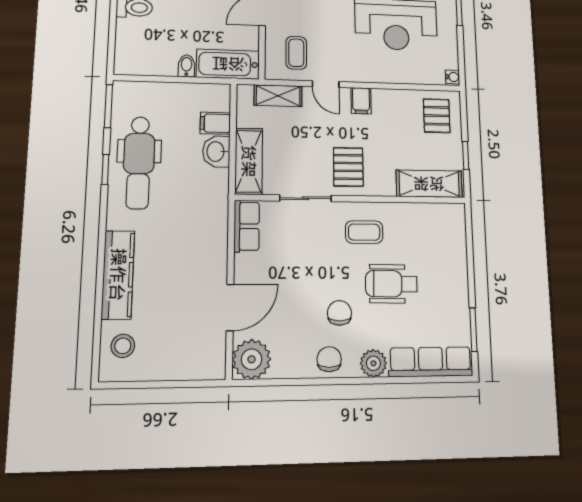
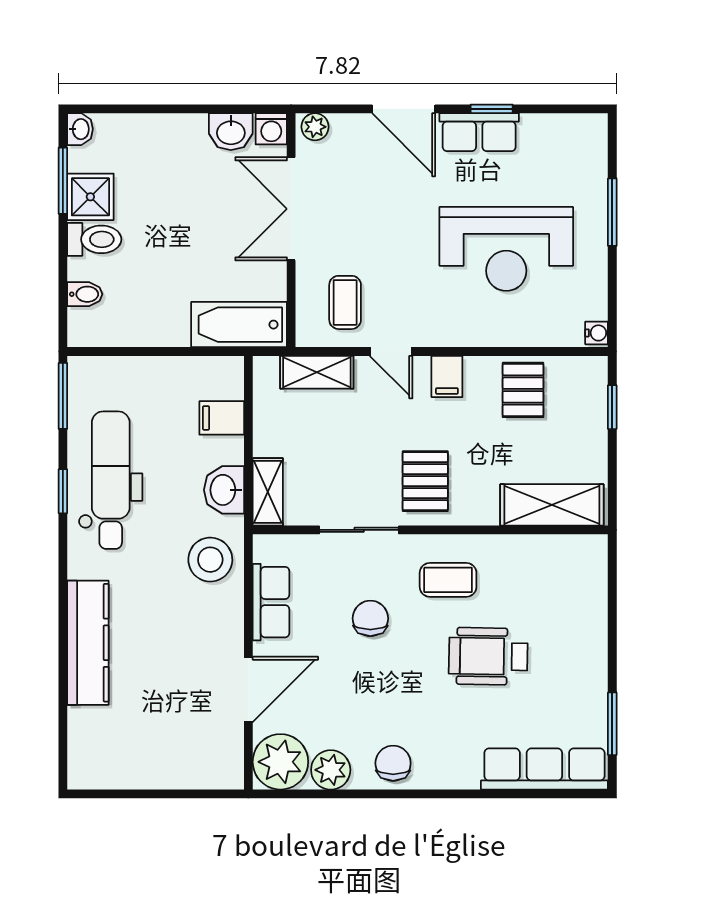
bidet: (187, 66) -> (85, 294), moved, turned 90
pallet: (437, 116) -> (523, 390), moved
washbasin: (216, 152) -> (224, 490), moved
window: (466, 155) -> (612, 407), moved
shelving: (249, 161) -> (268, 492), width x0.67, depth x0.75
dental chair: (139, 163) -> (111, 480), turned 180
row of seats: (247, 226) -> (271, 602), moved
chair: (339, 313) -> (370, 618), moved
stool: (123, 346) -> (210, 560), moved, width x1.38, depth x1.38
plant: (373, 363) -> (331, 770), moved

